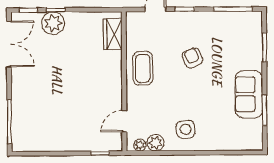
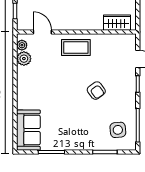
armchair: (193, 58) -> (96, 91), turned 78
coffee table: (143, 68) -> (76, 47), moved
sofa: (249, 94) -> (28, 130), moved, turned 90
side table: (186, 129) -> (118, 130), moved

